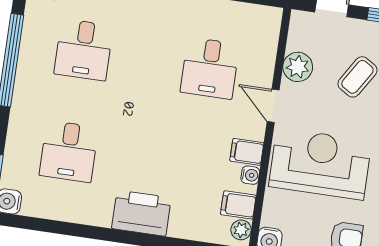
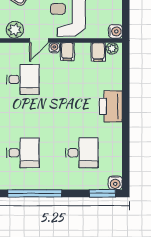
water cooler: (250, 175) -> (54, 48), moved

